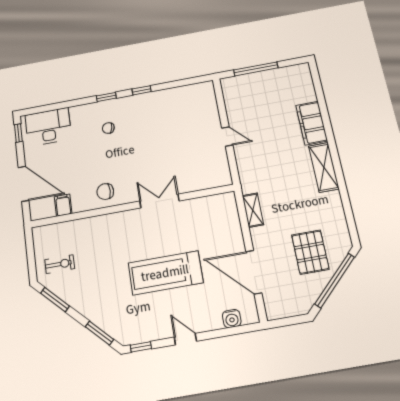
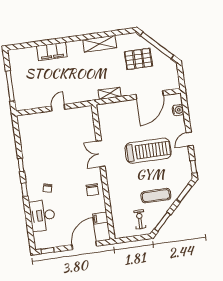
desk: (48, 127) -> (42, 215), moved
shelving: (324, 167) -> (100, 44), moved
treadmill: (165, 273) -> (148, 151), turned -90
exercise mat: (96, 288) -> (156, 196), added

